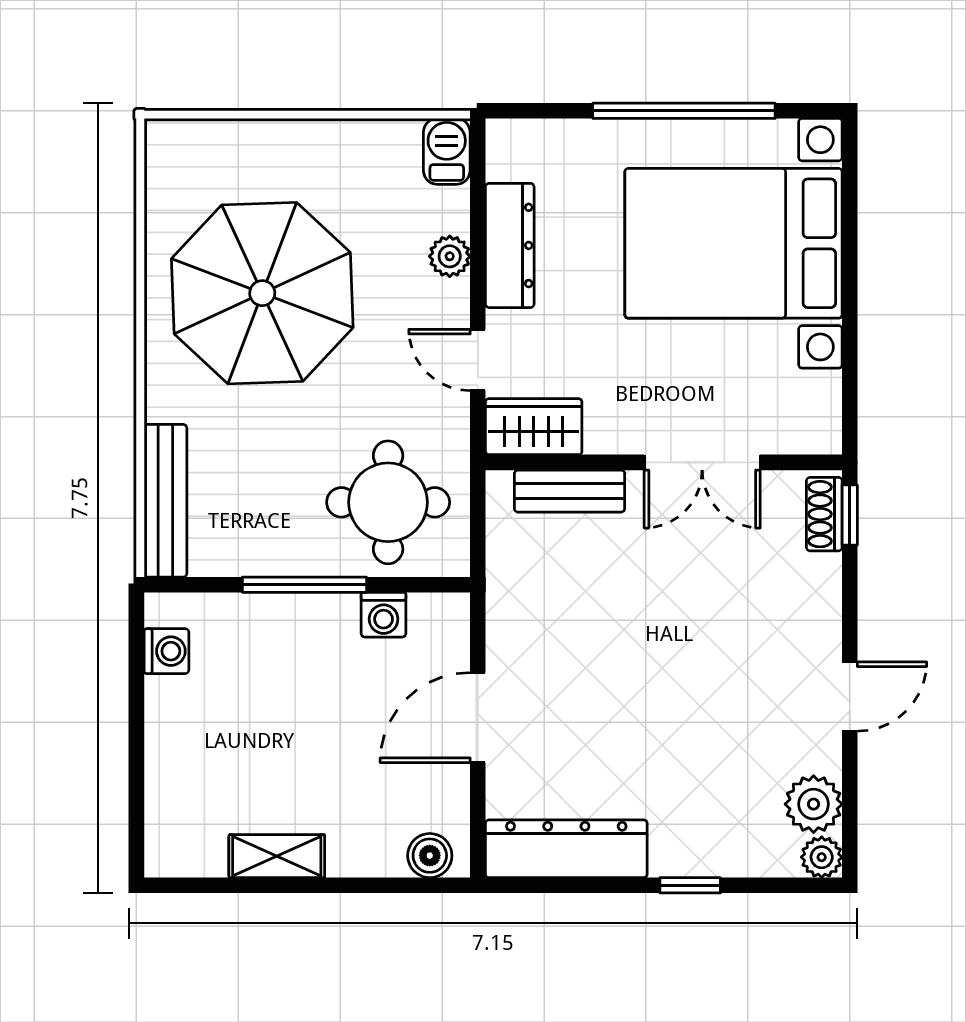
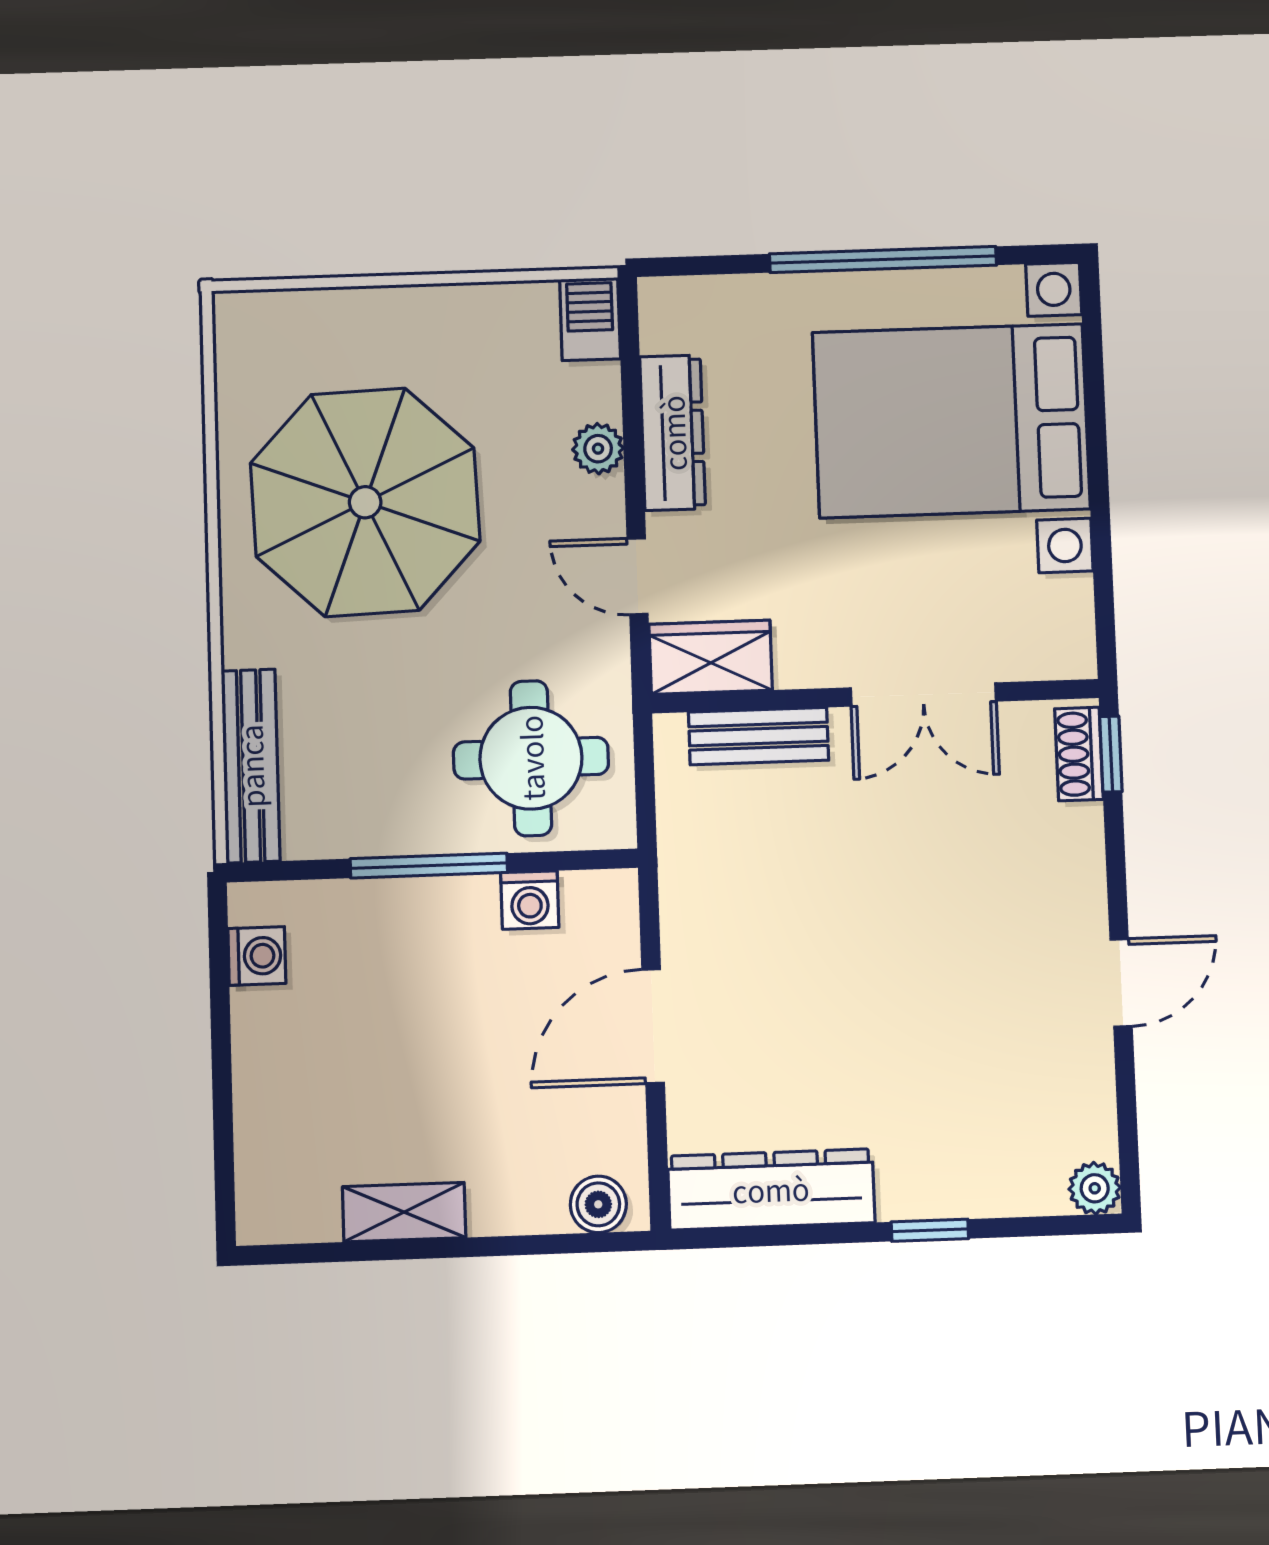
plant: (814, 804) -> (1081, 1121), removed

